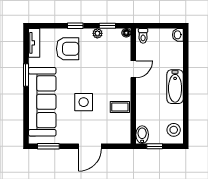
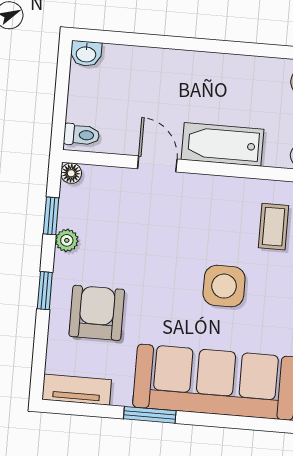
bathtub: (175, 87) -> (222, 144), moved, turned 180
coffee table: (120, 107) -> (274, 227), moved

